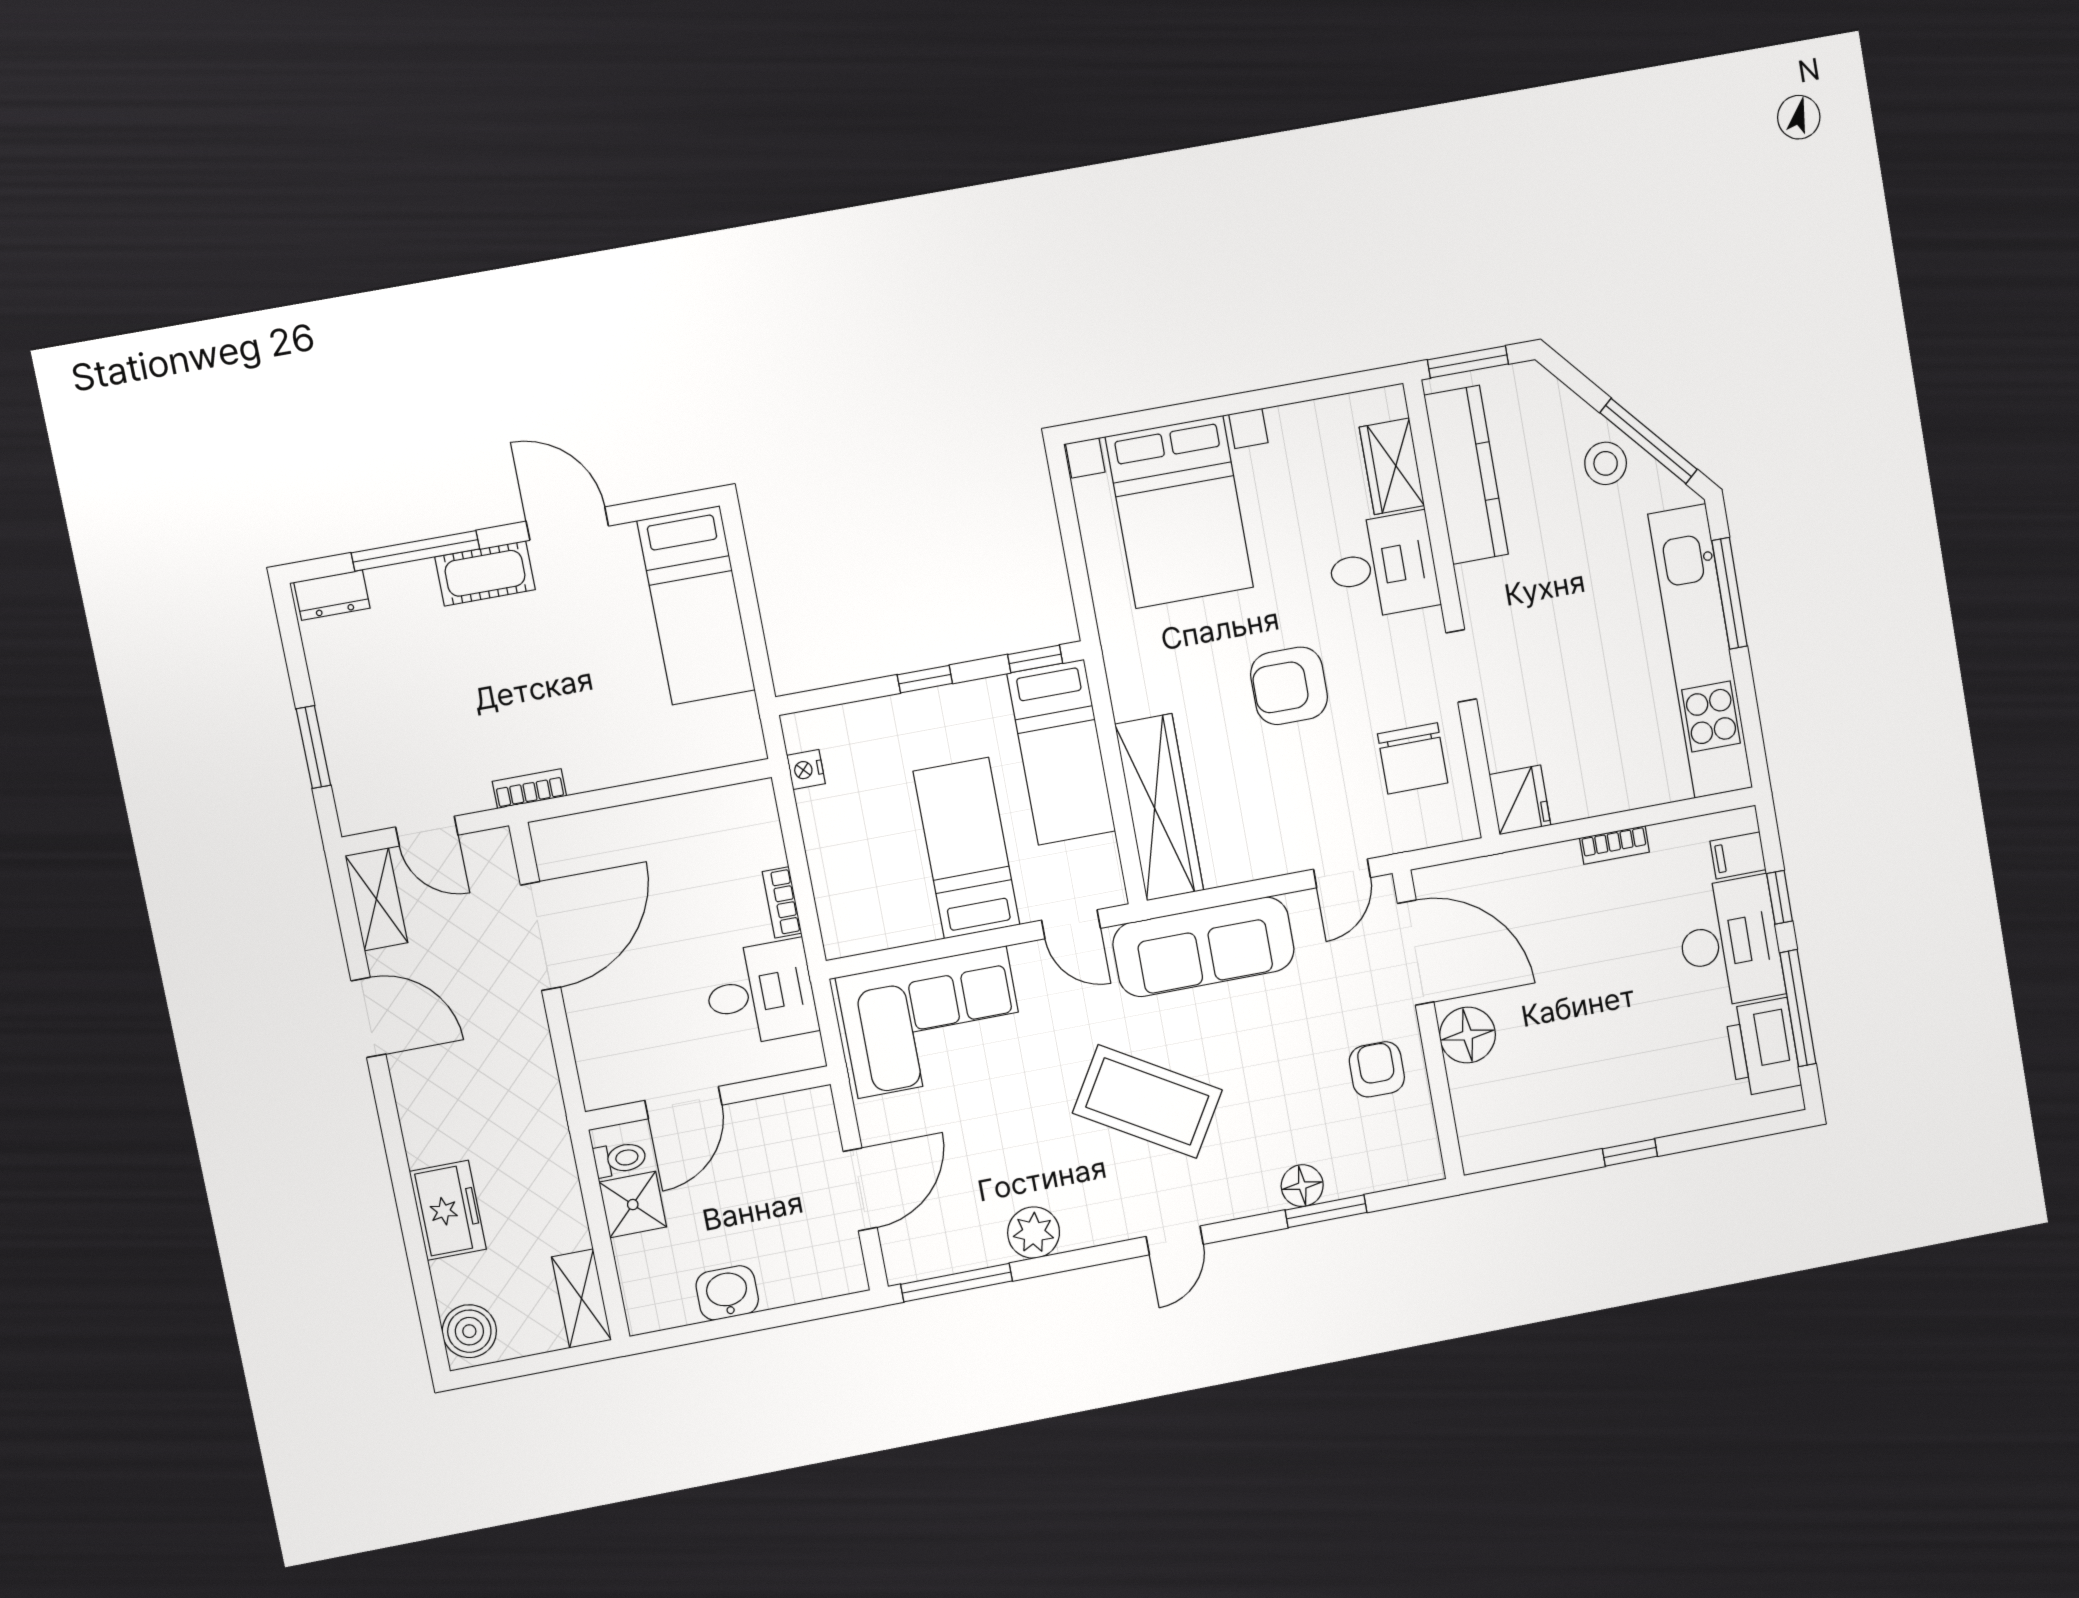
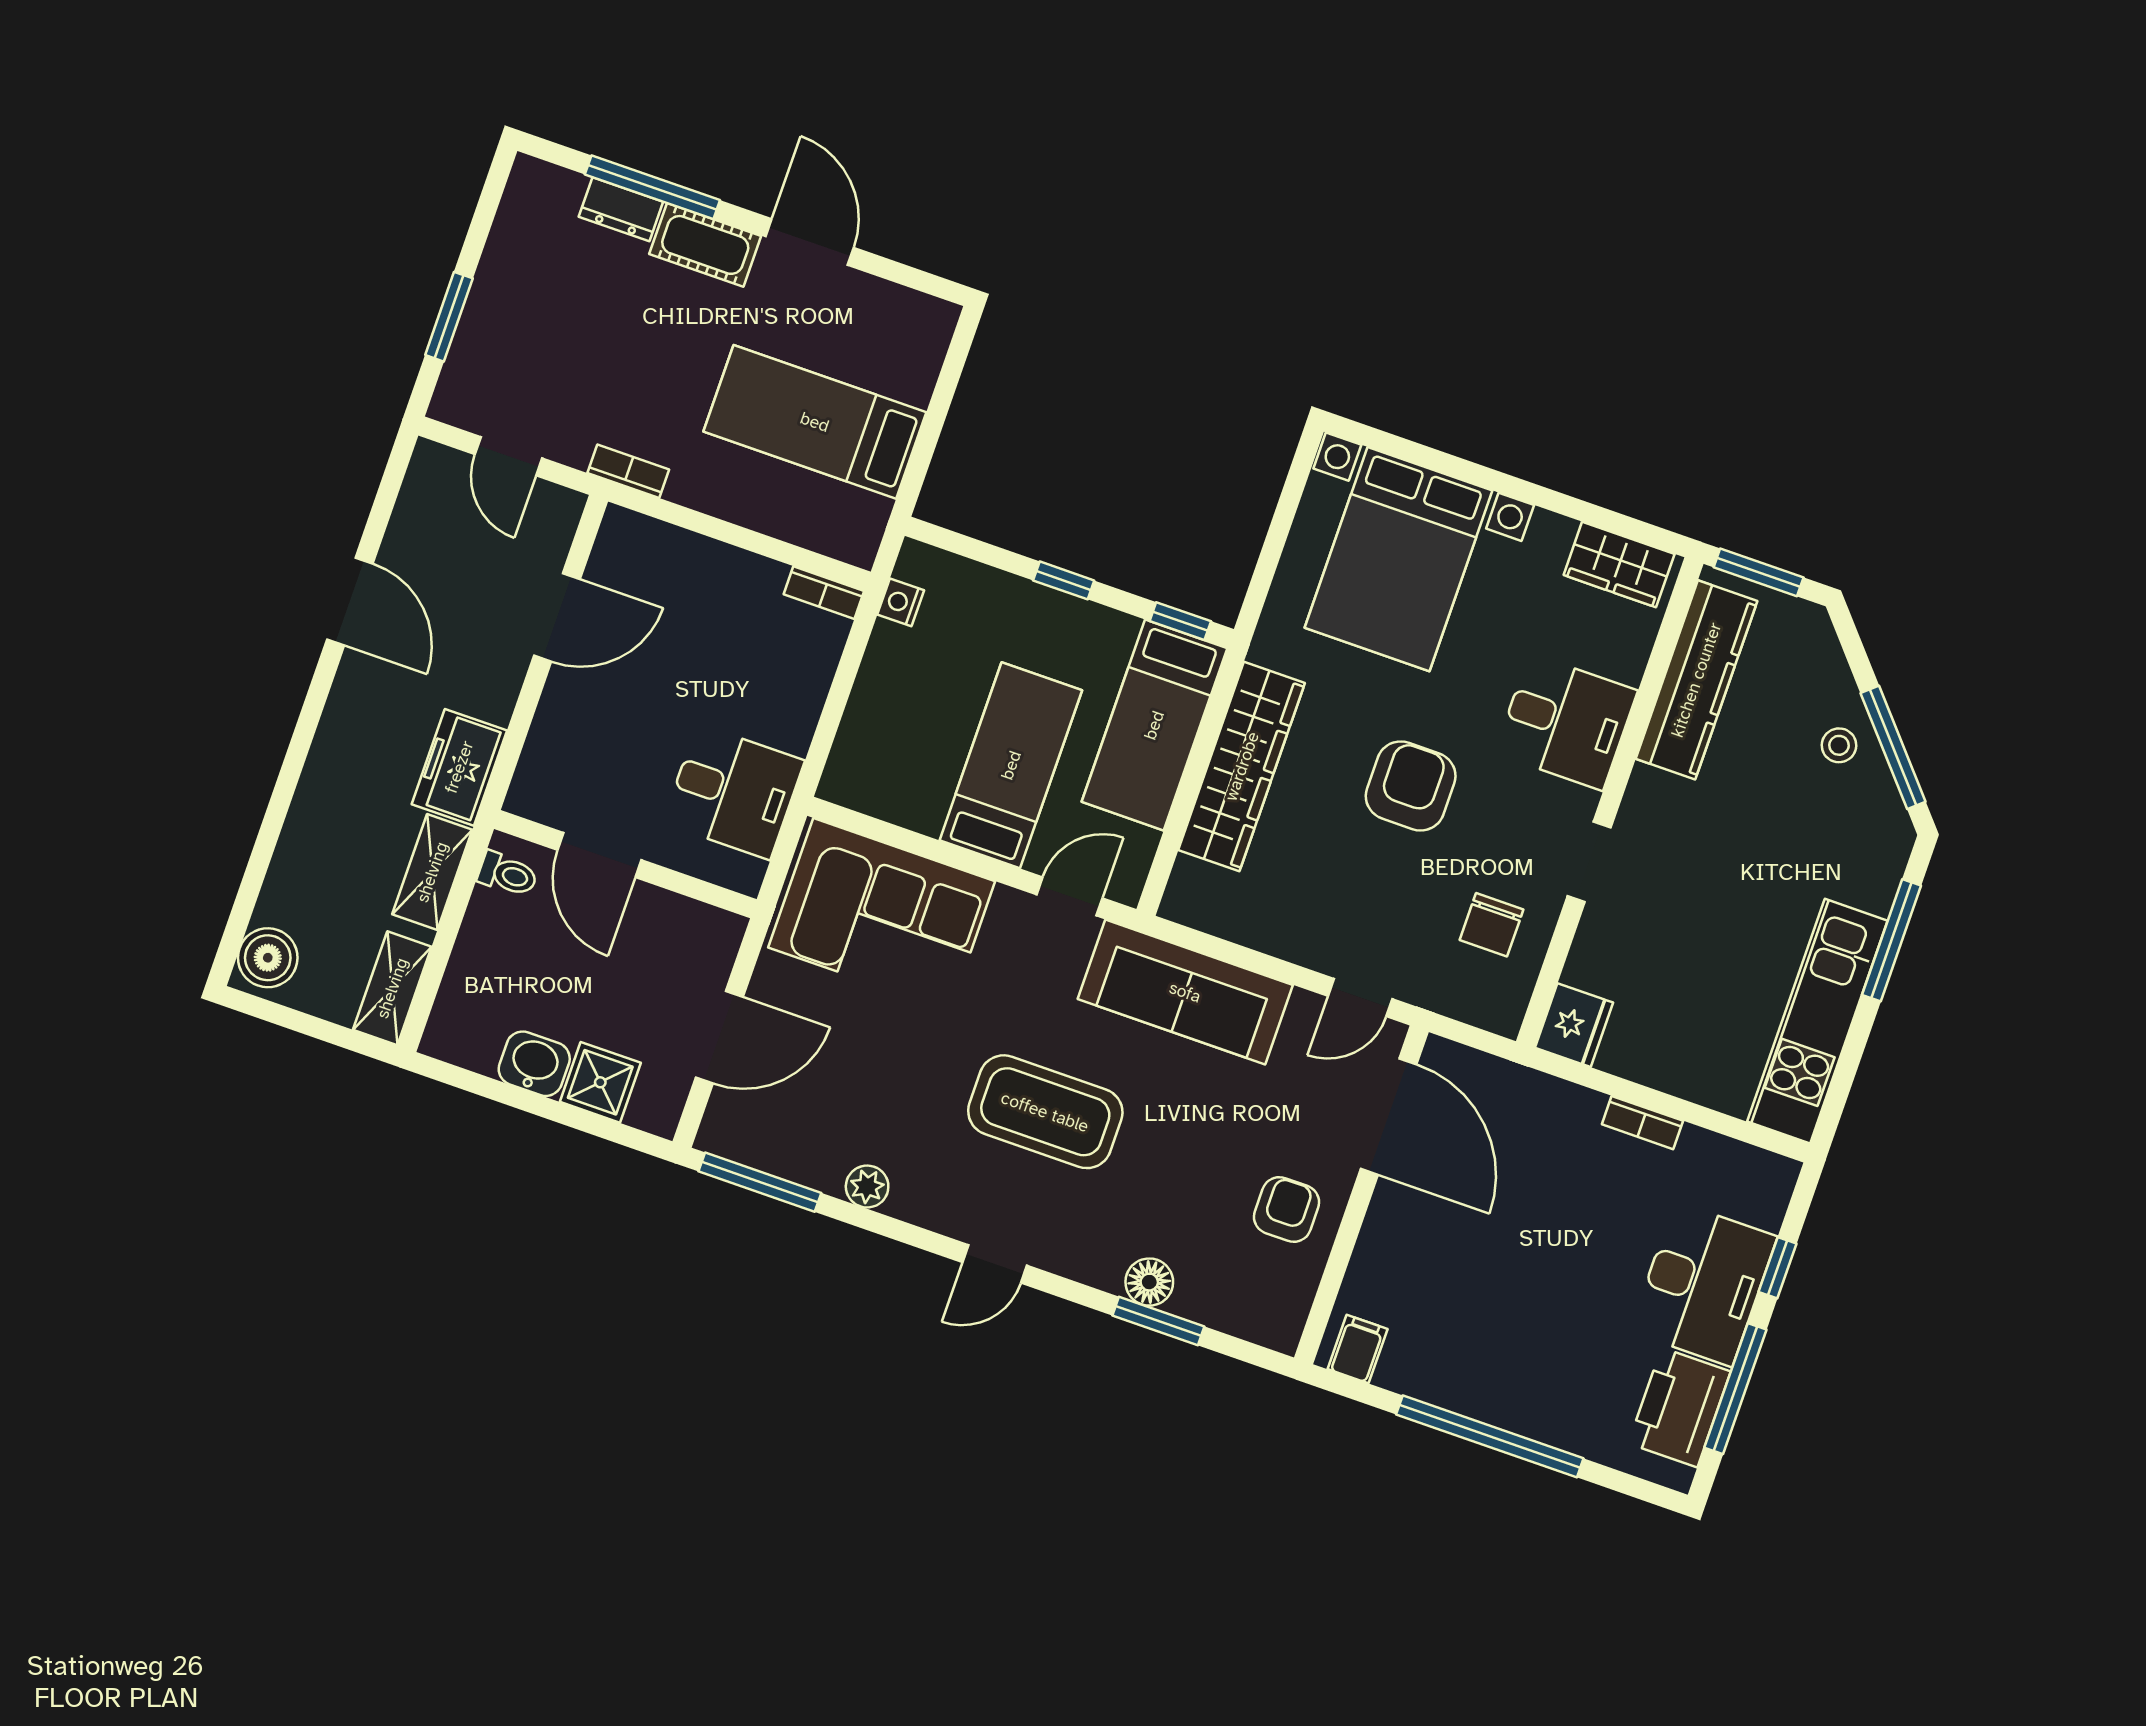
stool: (1606, 463) -> (1839, 745), width x0.73, depth x0.73
wardrobe: (1392, 466) -> (1619, 565), moved, turned -90
dresser: (332, 595) -> (621, 209), moved
bed: (696, 605) -> (815, 422), moved, turned 90
kitchen unit: (1700, 651) -> (1817, 1021), width x0.73
armchair: (1289, 686) -> (1411, 786), turned 90
chair: (1413, 758) -> (1492, 925), width x0.73, depth x0.73
wardrobe: (1159, 807) -> (1242, 766), moved
filing cabinet: (1738, 855) -> (1358, 1349), moved, turned 90
shelving: (376, 899) -> (432, 872), moved
bookcase: (782, 902) -> (824, 593), moved, turned -90
door: (1071, 924) -> (1070, 896), swing flipped
door: (541, 936) -> (557, 617), width x0.73
floor lamp: (1467, 1035) -> (1394, 1227), removed
coffee table: (1147, 1101) -> (1045, 1112), turned -31
door: (683, 1103) -> (599, 855), hinge flipped
window: (1630, 1153) -> (1490, 1436), width x3.17
shower: (633, 1205) -> (600, 1082), moved
freezer: (448, 1210) -> (459, 767), moved, turned 180
plant: (1034, 1233) -> (867, 1187), width x0.73, depth x0.73

